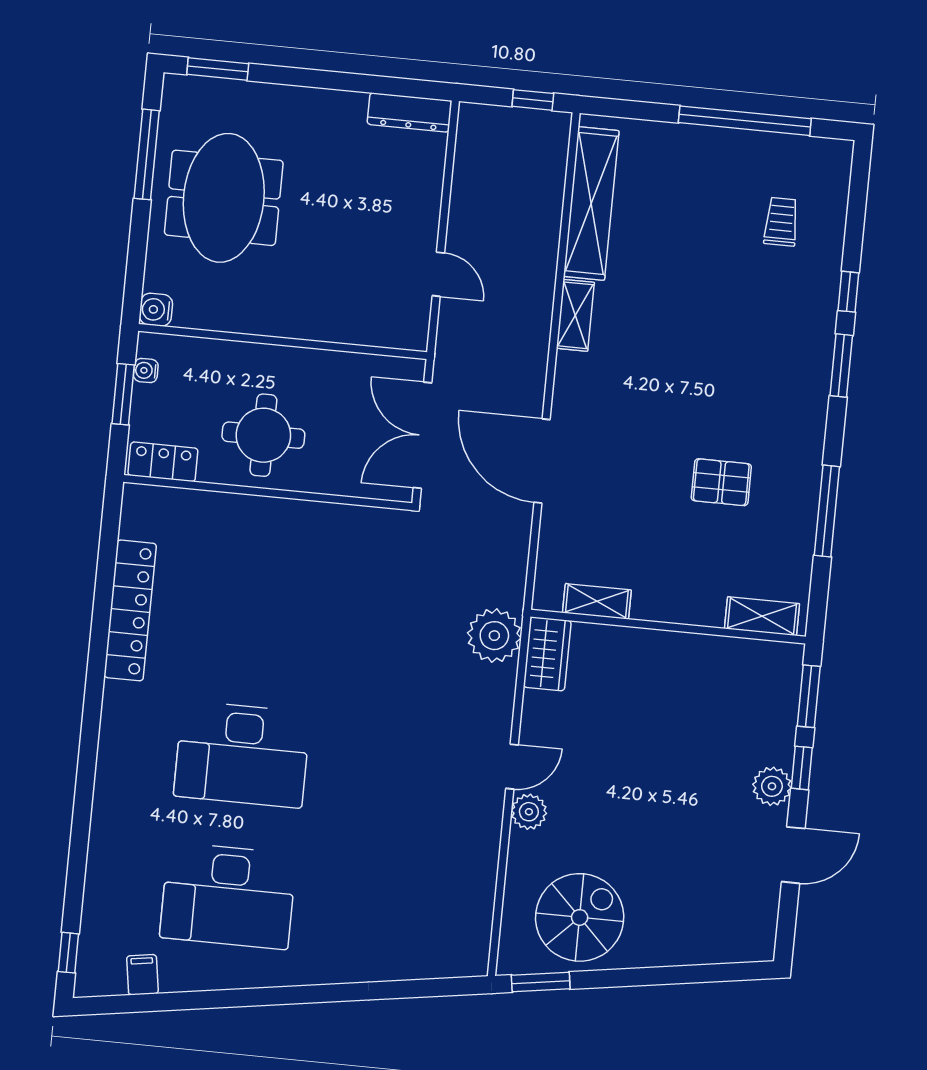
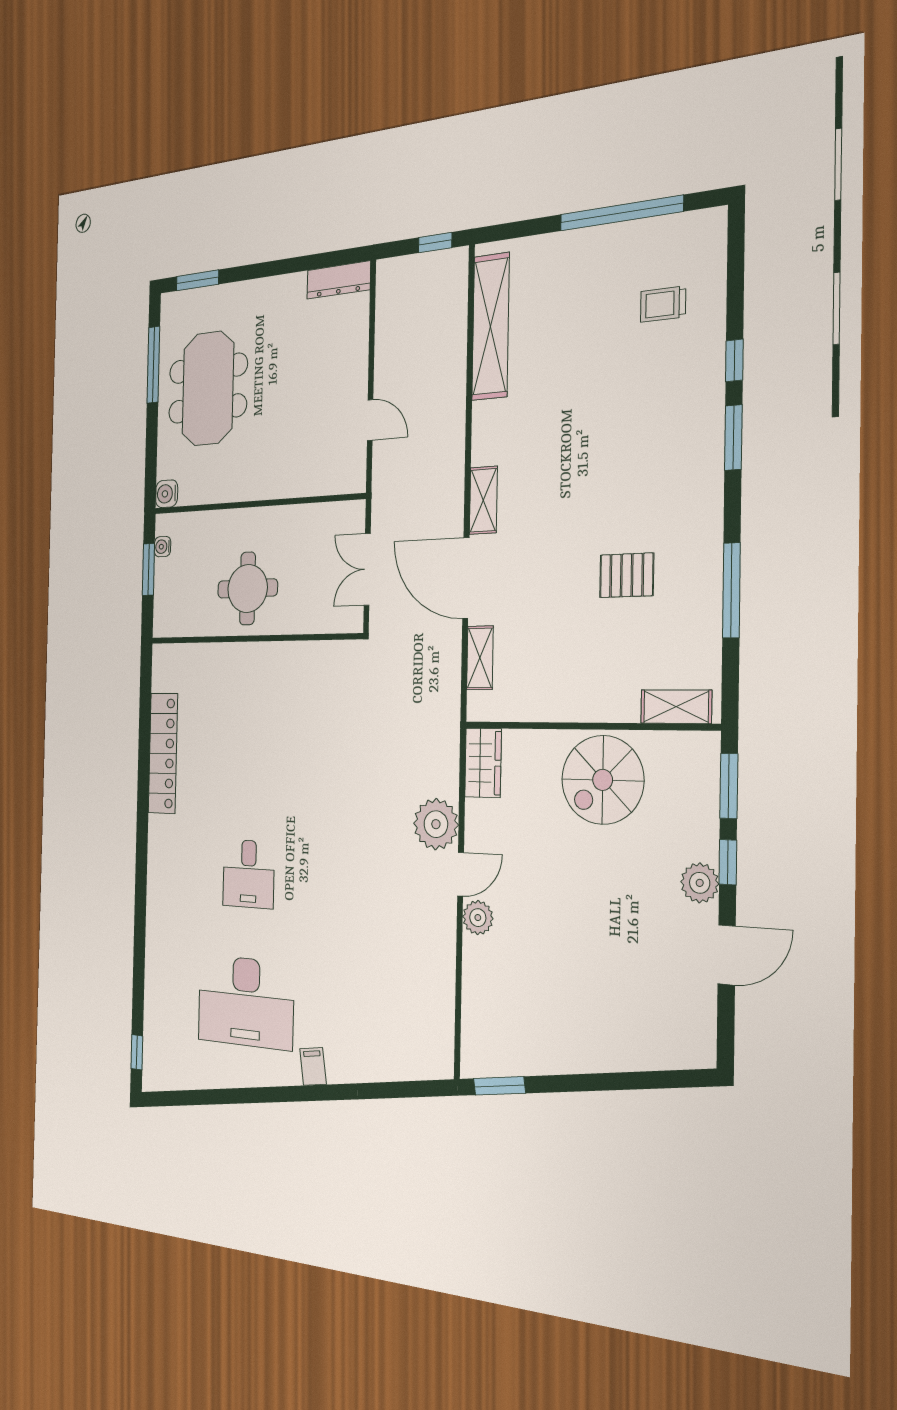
trolley: (781, 222) -> (663, 304), turned -90
shelving: (575, 315) -> (483, 500), moved
double door: (422, 435) -> (367, 569), width x0.73
locker: (163, 462) -> (178, 623), removed
shelving: (597, 601) -> (480, 658), moved, turned 90
plant: (494, 636) -> (436, 824), moved
desk: (242, 754) -> (248, 874), width x0.53, depth x0.77
spiral stairs: (580, 917) -> (603, 780), moved, turned 180
filing cabinet: (142, 975) -> (313, 1067), moved

